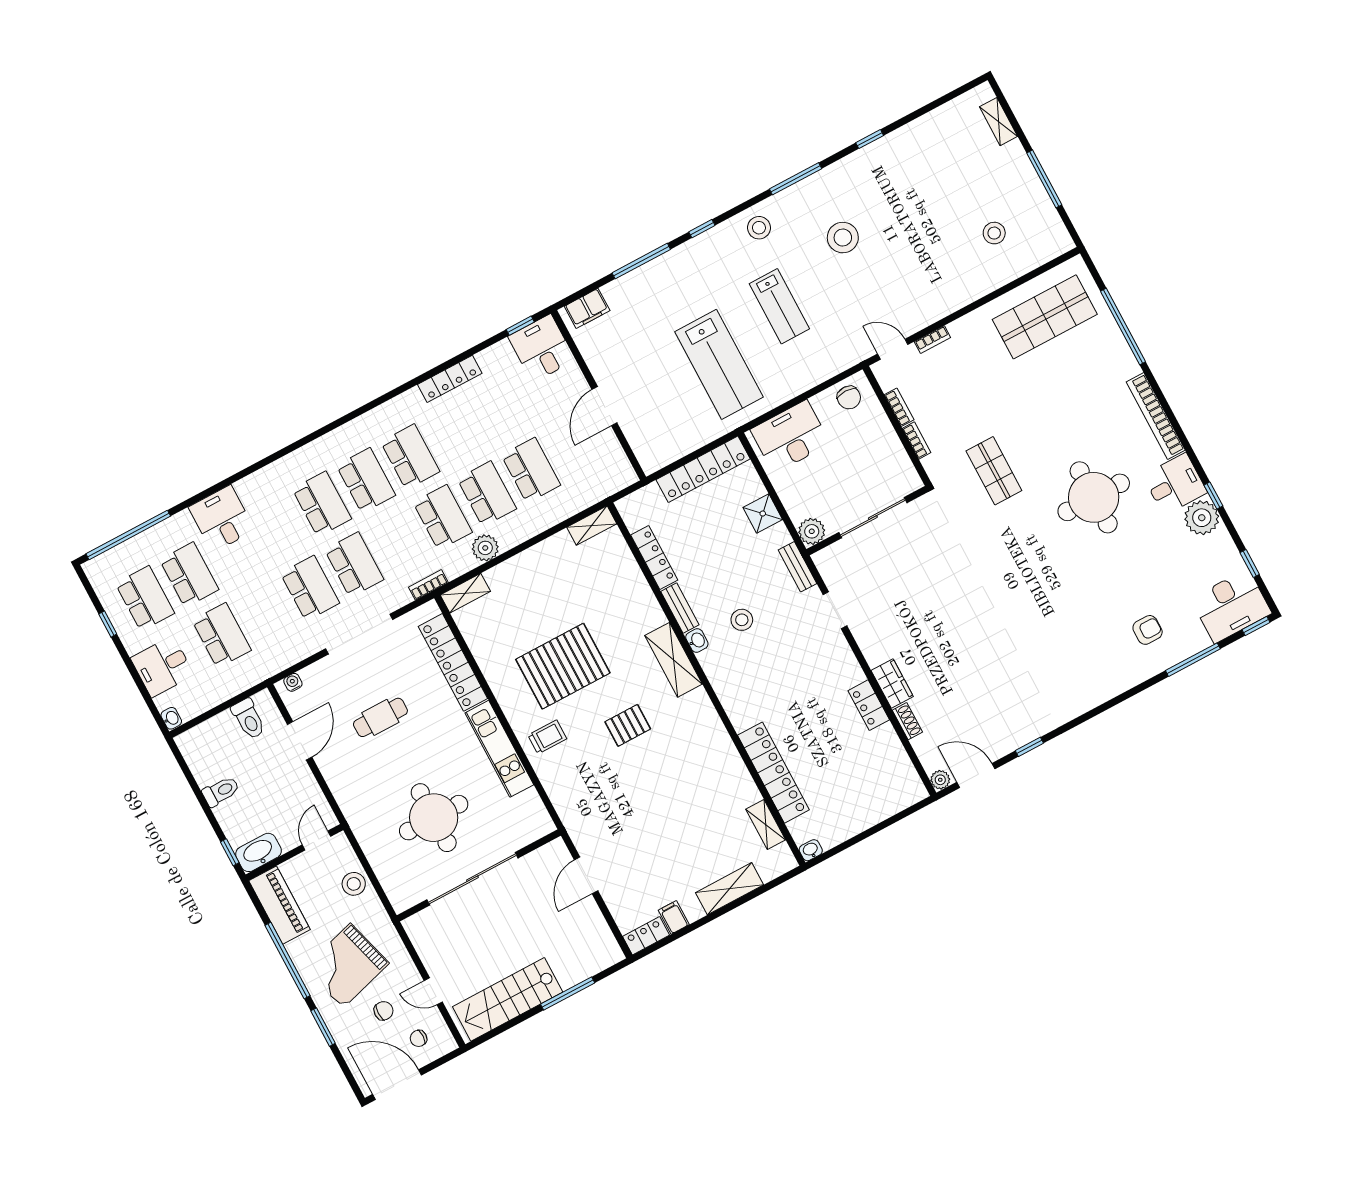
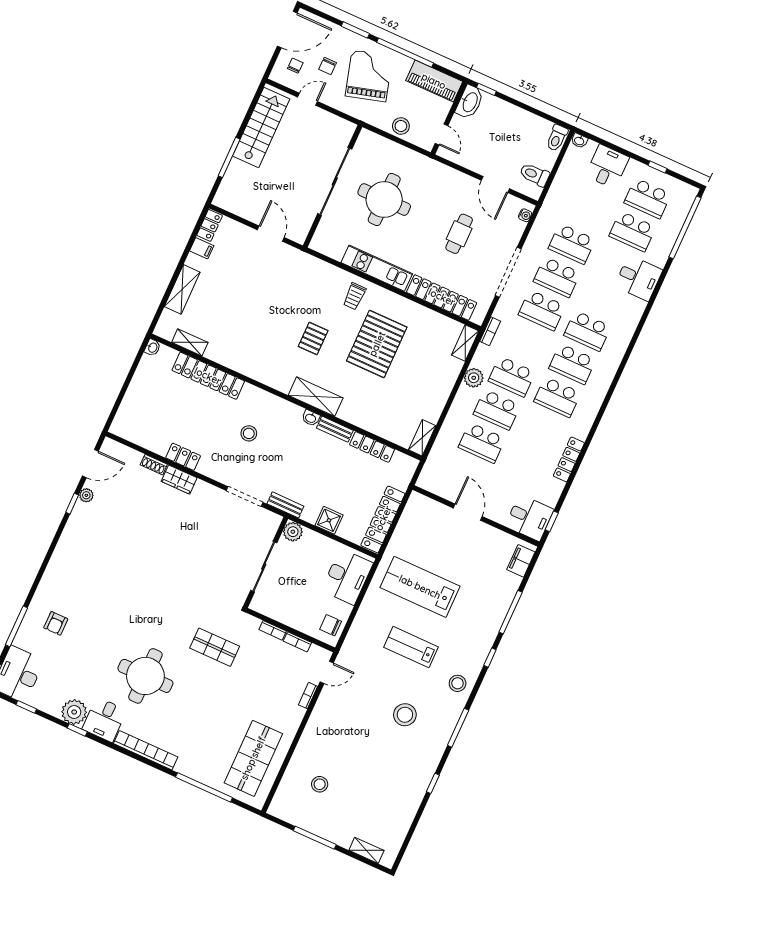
doorway: (835, 610) -> (245, 497), width x1.38
stool: (742, 620) -> (249, 433), moved
school desk: (222, 635) -> (572, 244), moved
plant: (940, 780) -> (86, 495), moved
toilet: (221, 791) -> (557, 138), moved

